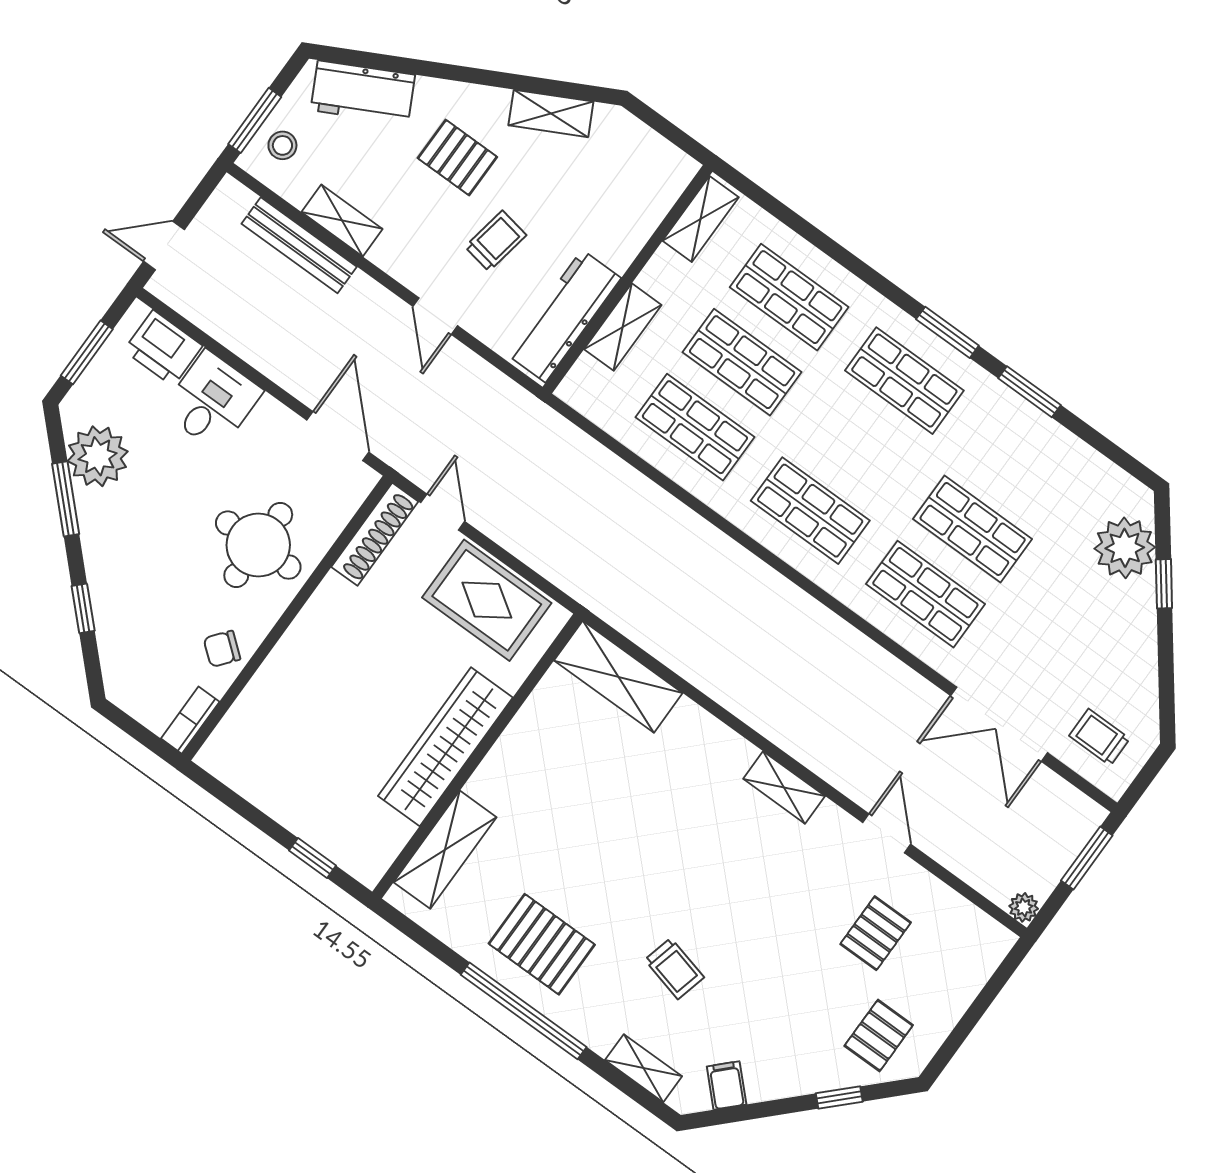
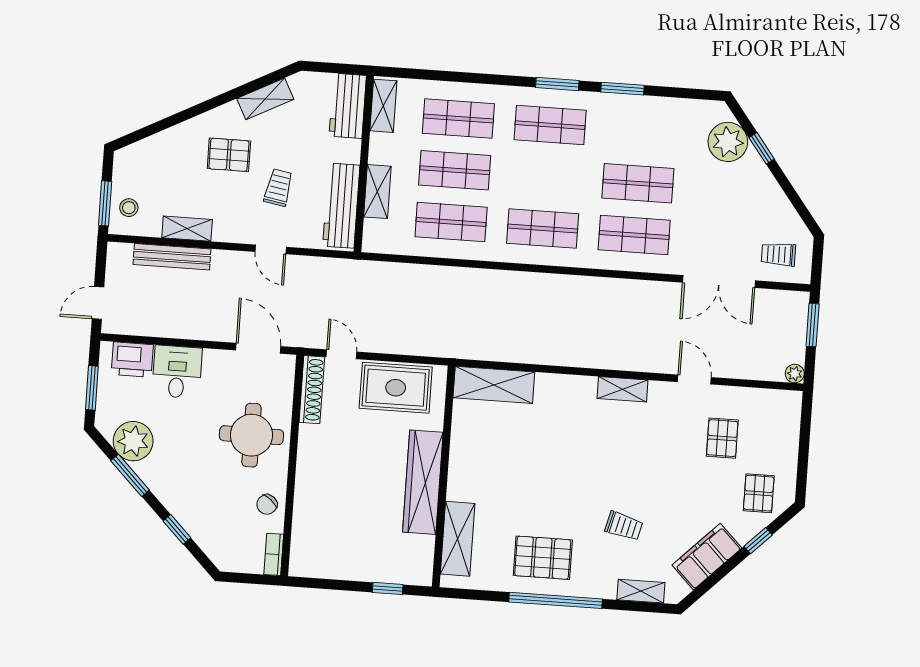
workbench: (363, 93) -> (348, 106), moved, turned 117
filing cabinet: (727, 1085) -> (707, 557), width x3.00, depth x1.17

